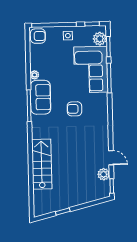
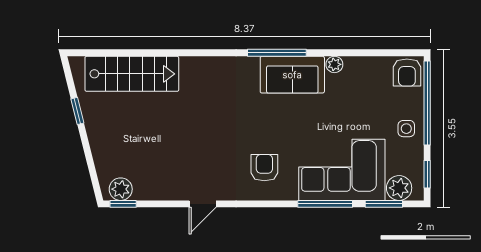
armchair: (74, 109) -> (264, 168), moved
door: (111, 158) -> (203, 204), moved
stairs: (42, 164) -> (132, 74), moved
plant: (104, 174) -> (121, 189), moved

